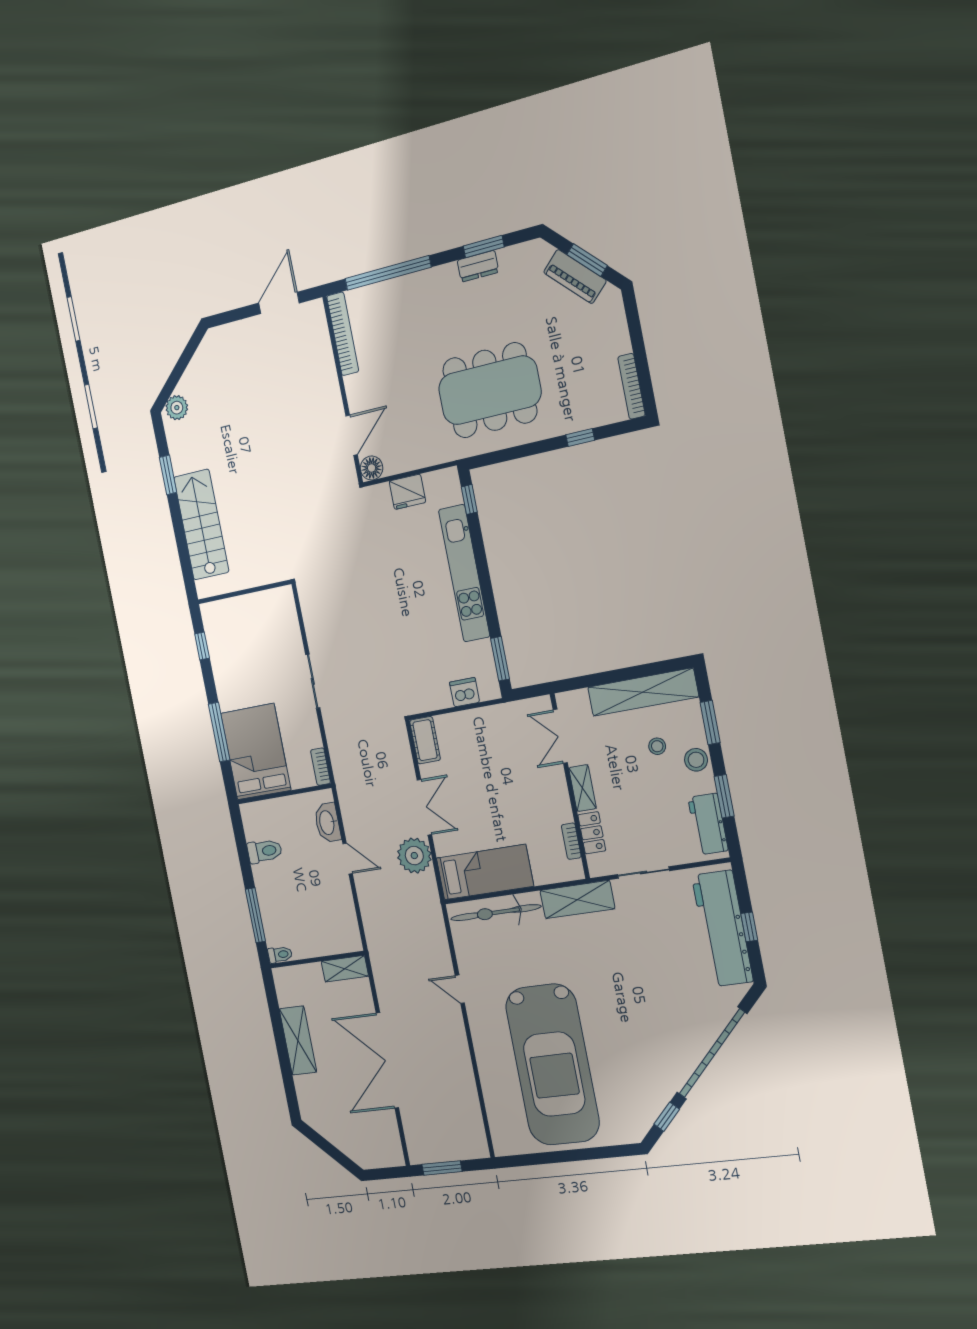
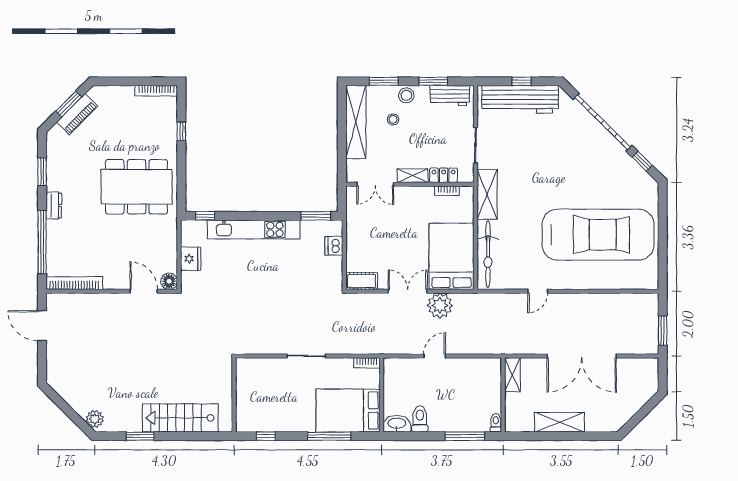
dresser: (478, 266) -> (54, 206), moved
dining table: (490, 390) -> (137, 187), turned 90
washbasin: (327, 823) -> (397, 424), moved, turned 180
bed: (485, 872) -> (451, 256), width x1.50

